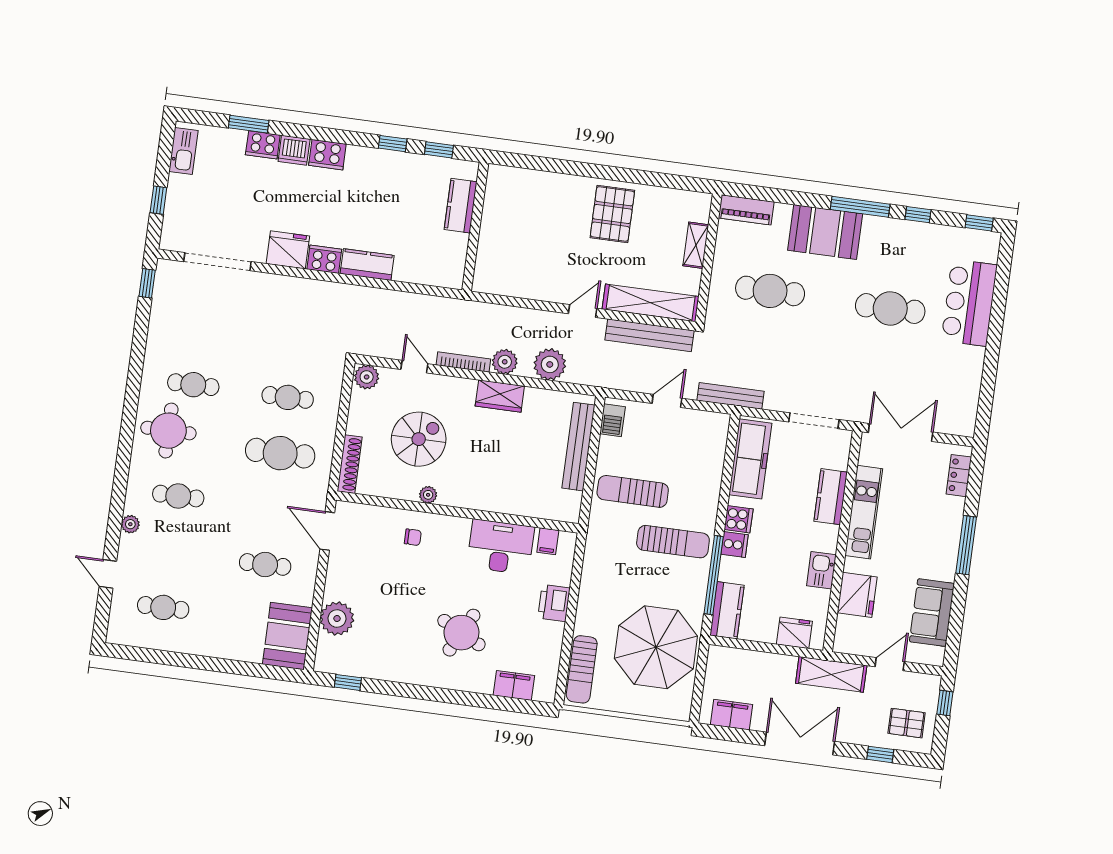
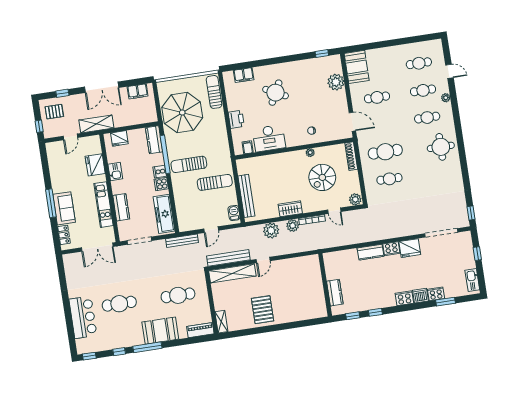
shelving: (696, 245) -> (221, 322), moved
cafe table: (193, 385) -> (423, 90), moved
sofa: (932, 613) -> (64, 208), moved

